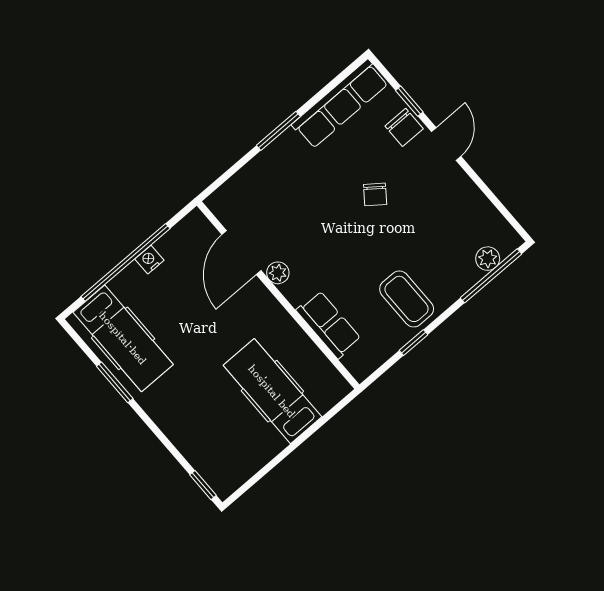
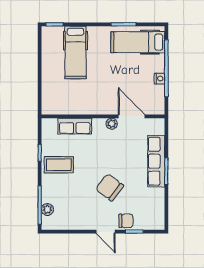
row of seats: (340, 104) -> (156, 161), moved
chair: (404, 127) -> (126, 221), turned 180
chair: (375, 194) -> (110, 187), width x1.87, depth x1.87
hospital bed: (272, 391) -> (76, 52), moved, turned 90

